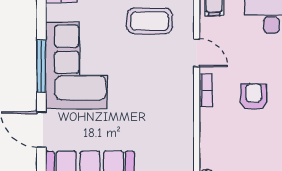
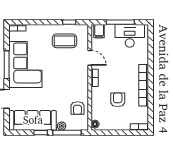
armchair: (254, 97) -> (118, 100), moved
armchair: (174, 147) -> (77, 108), added

